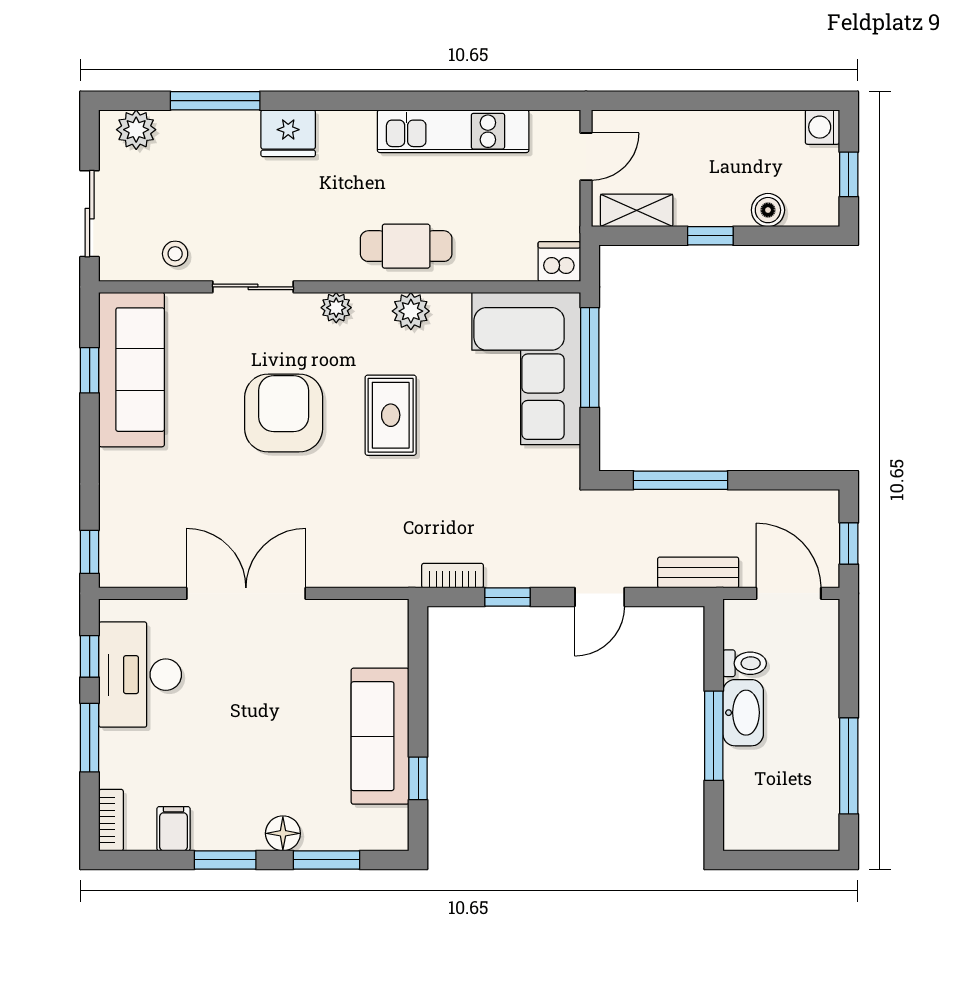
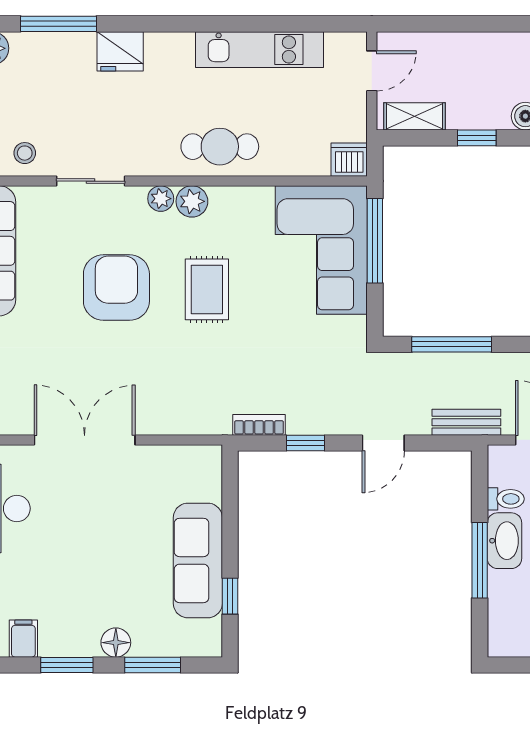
plant: (411, 311) -> (192, 201), moved

